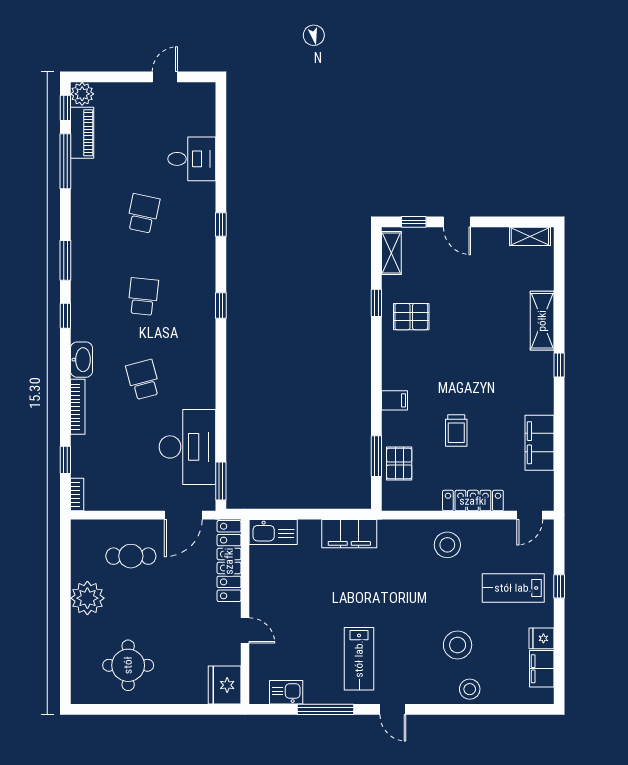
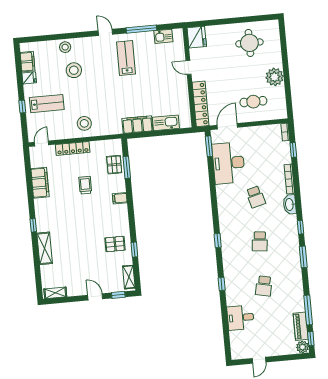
kitchen sink: (273, 532) -> (166, 123), moved

